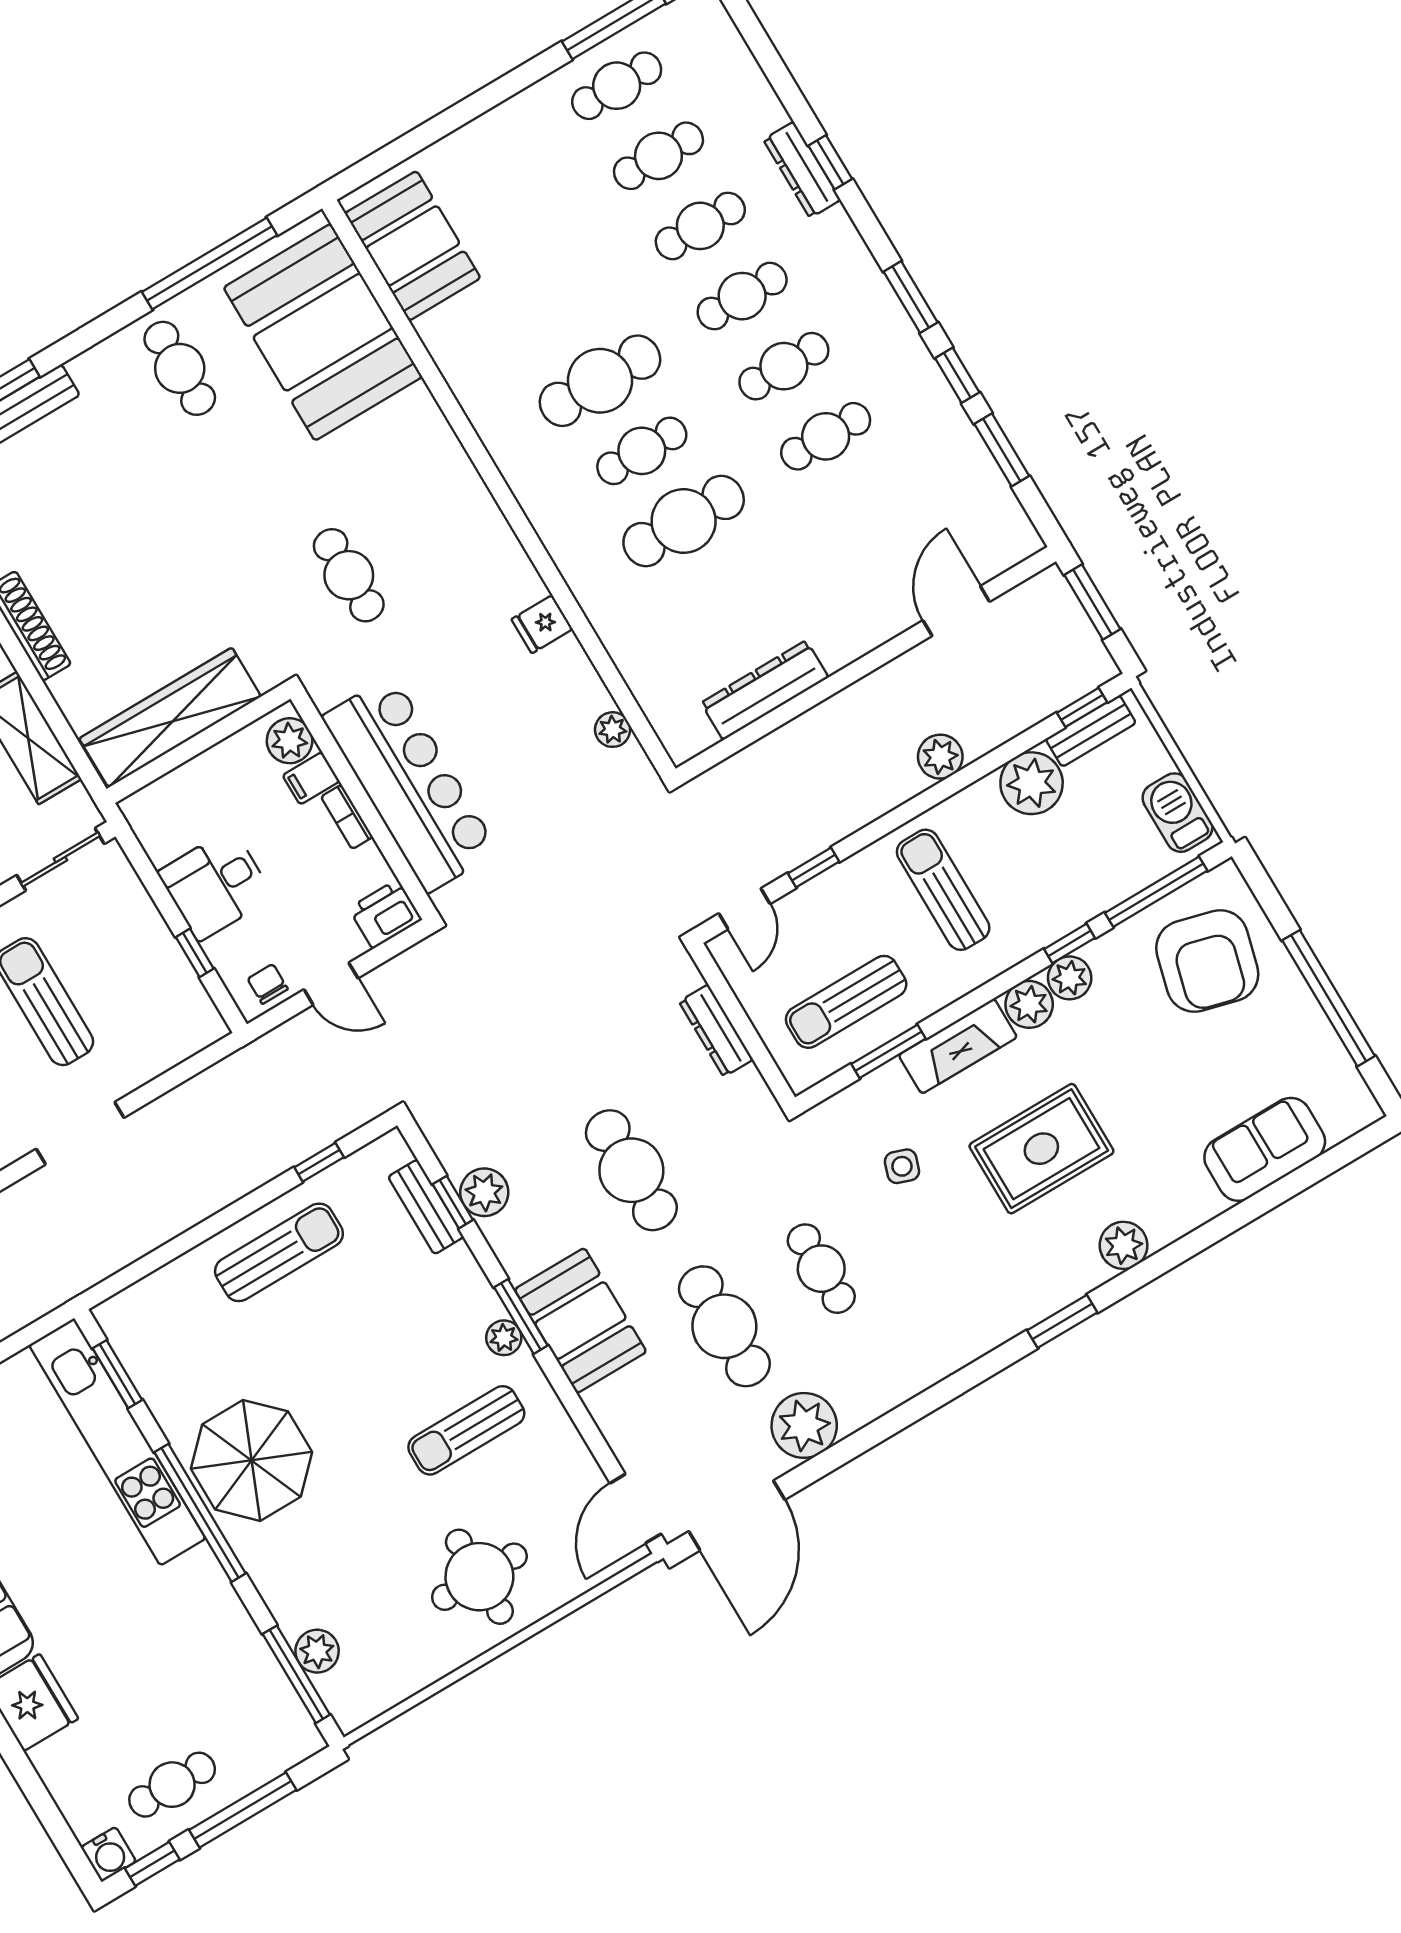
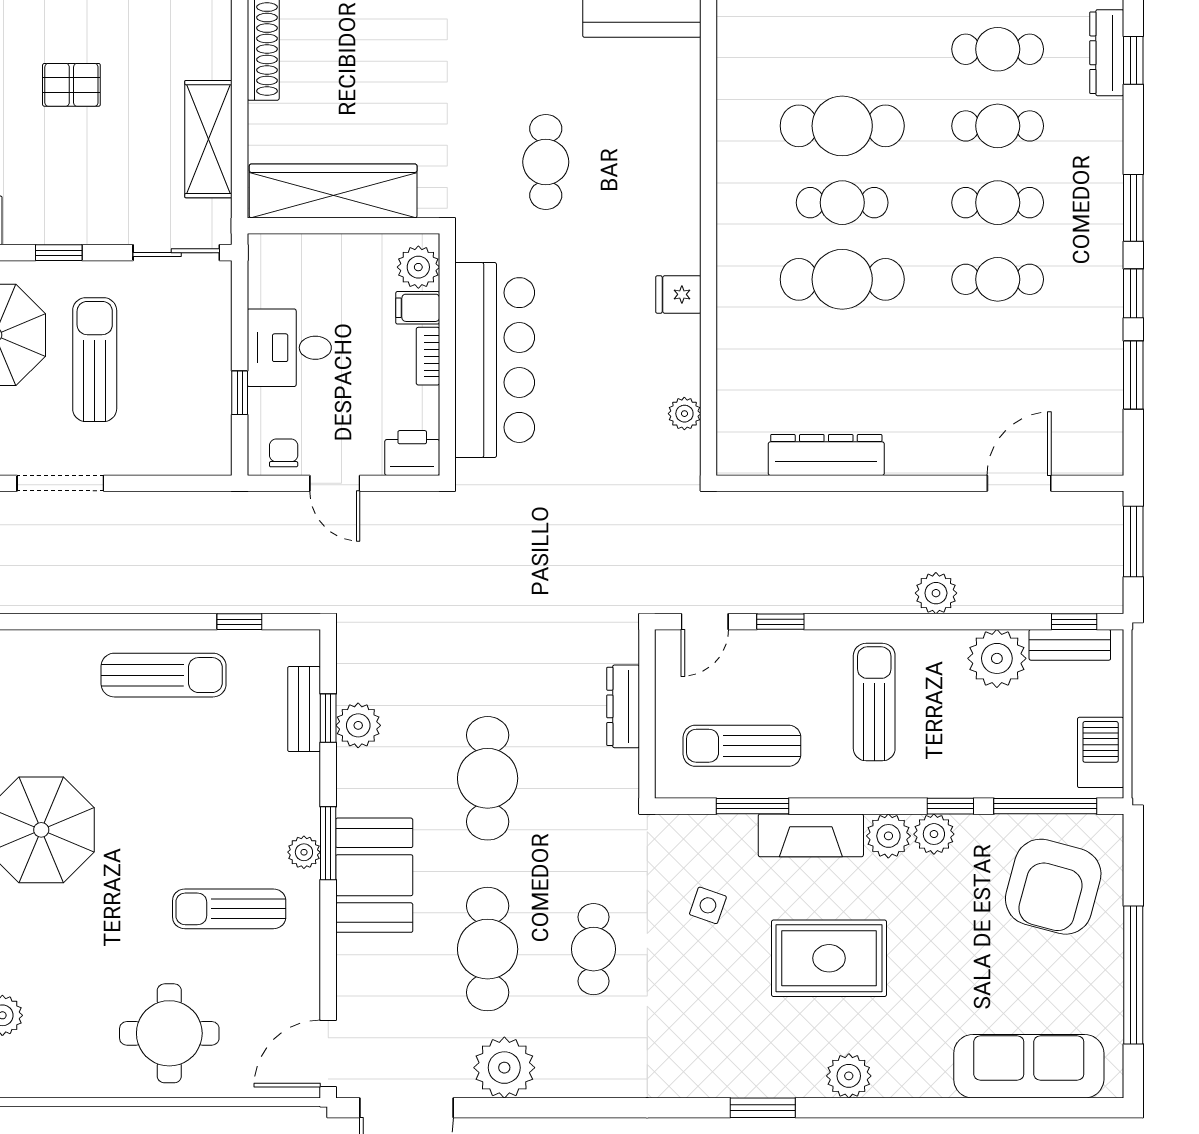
sofa: (1265, 1149) -> (1029, 1066), width x1.36

